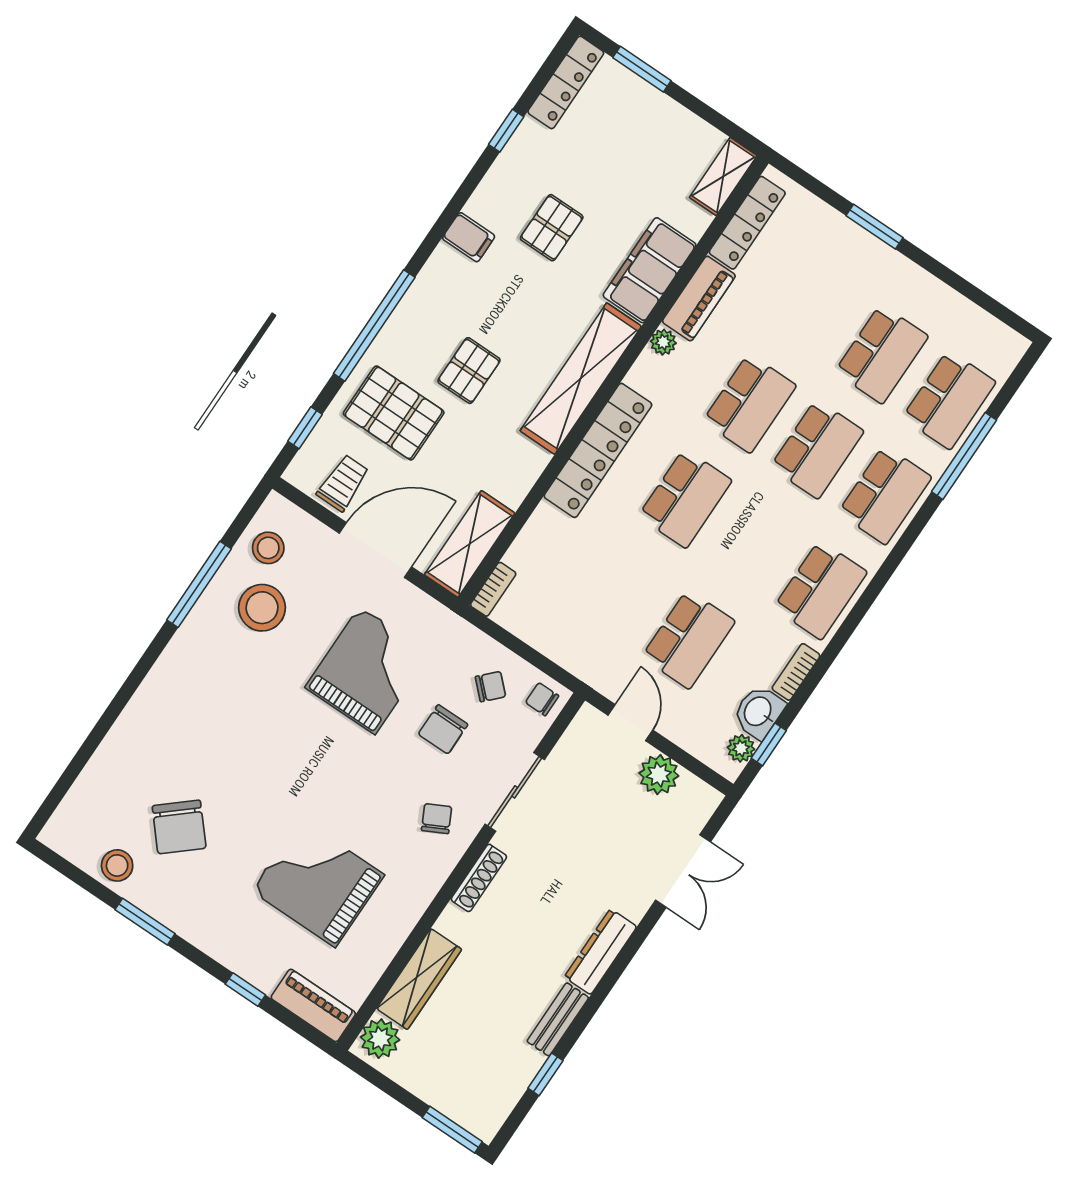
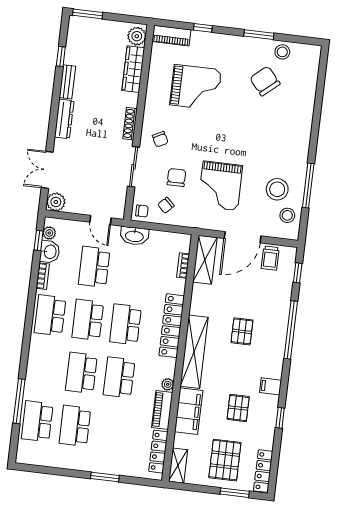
window: (506, 131) -> (280, 418), moved
pallet: (394, 413) -> (225, 460), moved, turned 90
school desk: (885, 495) -> (88, 320), moved
bookcase: (493, 589) -> (183, 266), moved
washbasin: (581, 659) -> (134, 236), added
plant: (659, 775) -> (56, 202), moved

